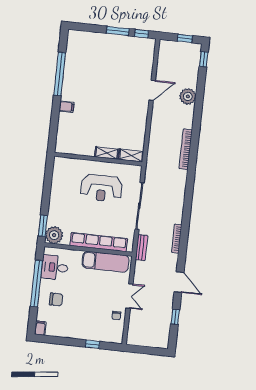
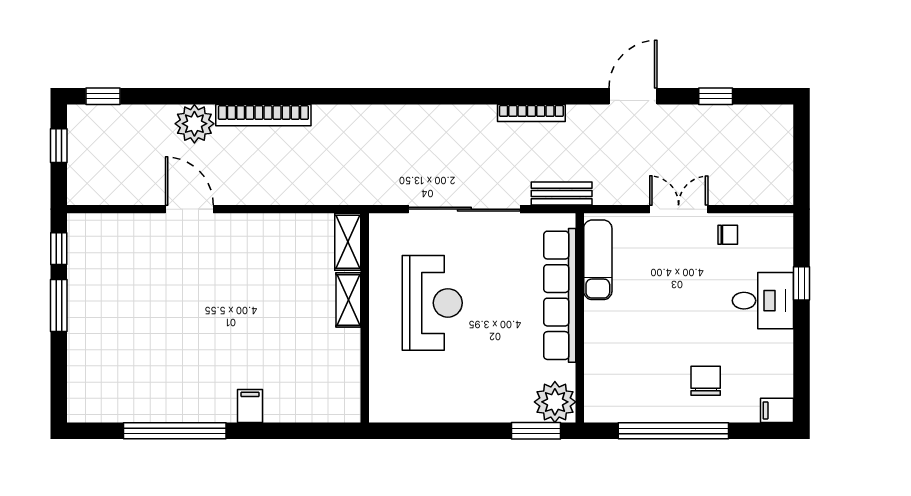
bookcase: (186, 149) -> (263, 115), moved
exam couch: (106, 262) -> (598, 260), width x0.73, depth x0.69
desk: (55, 267) -> (763, 301), moved, turned -90

